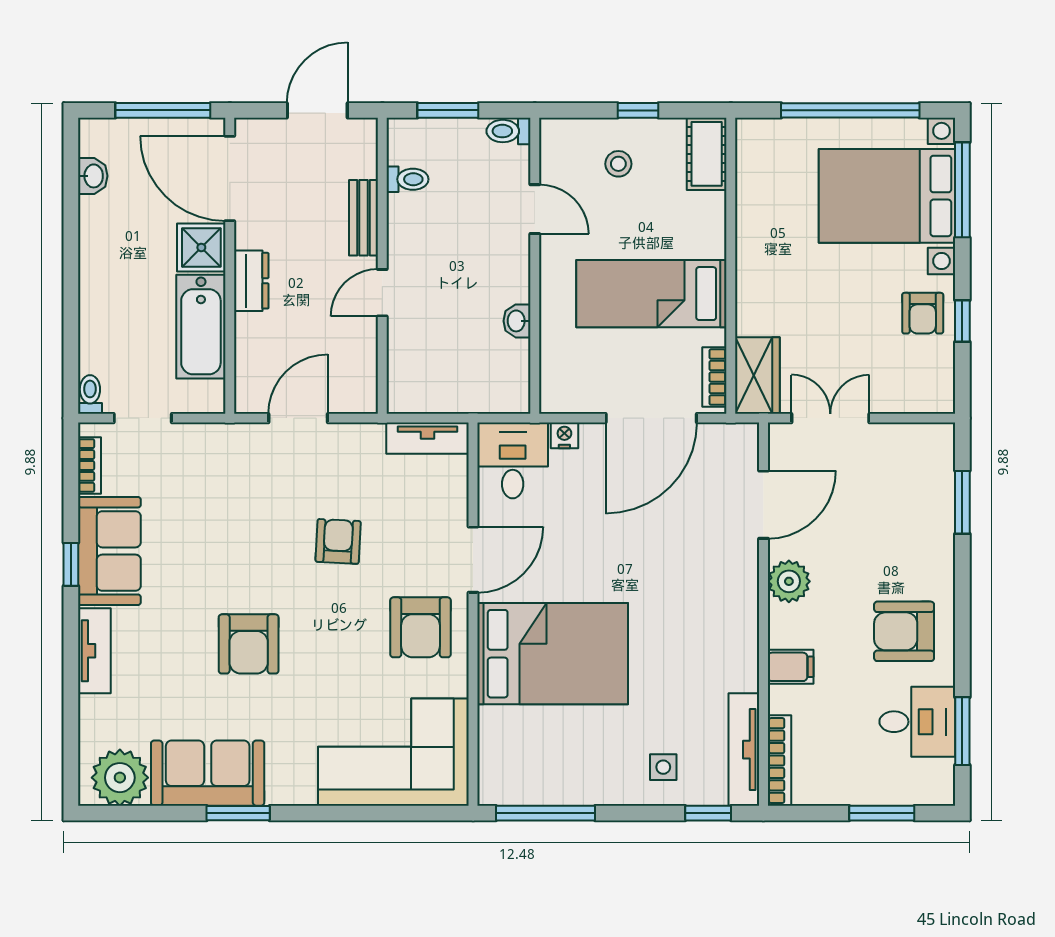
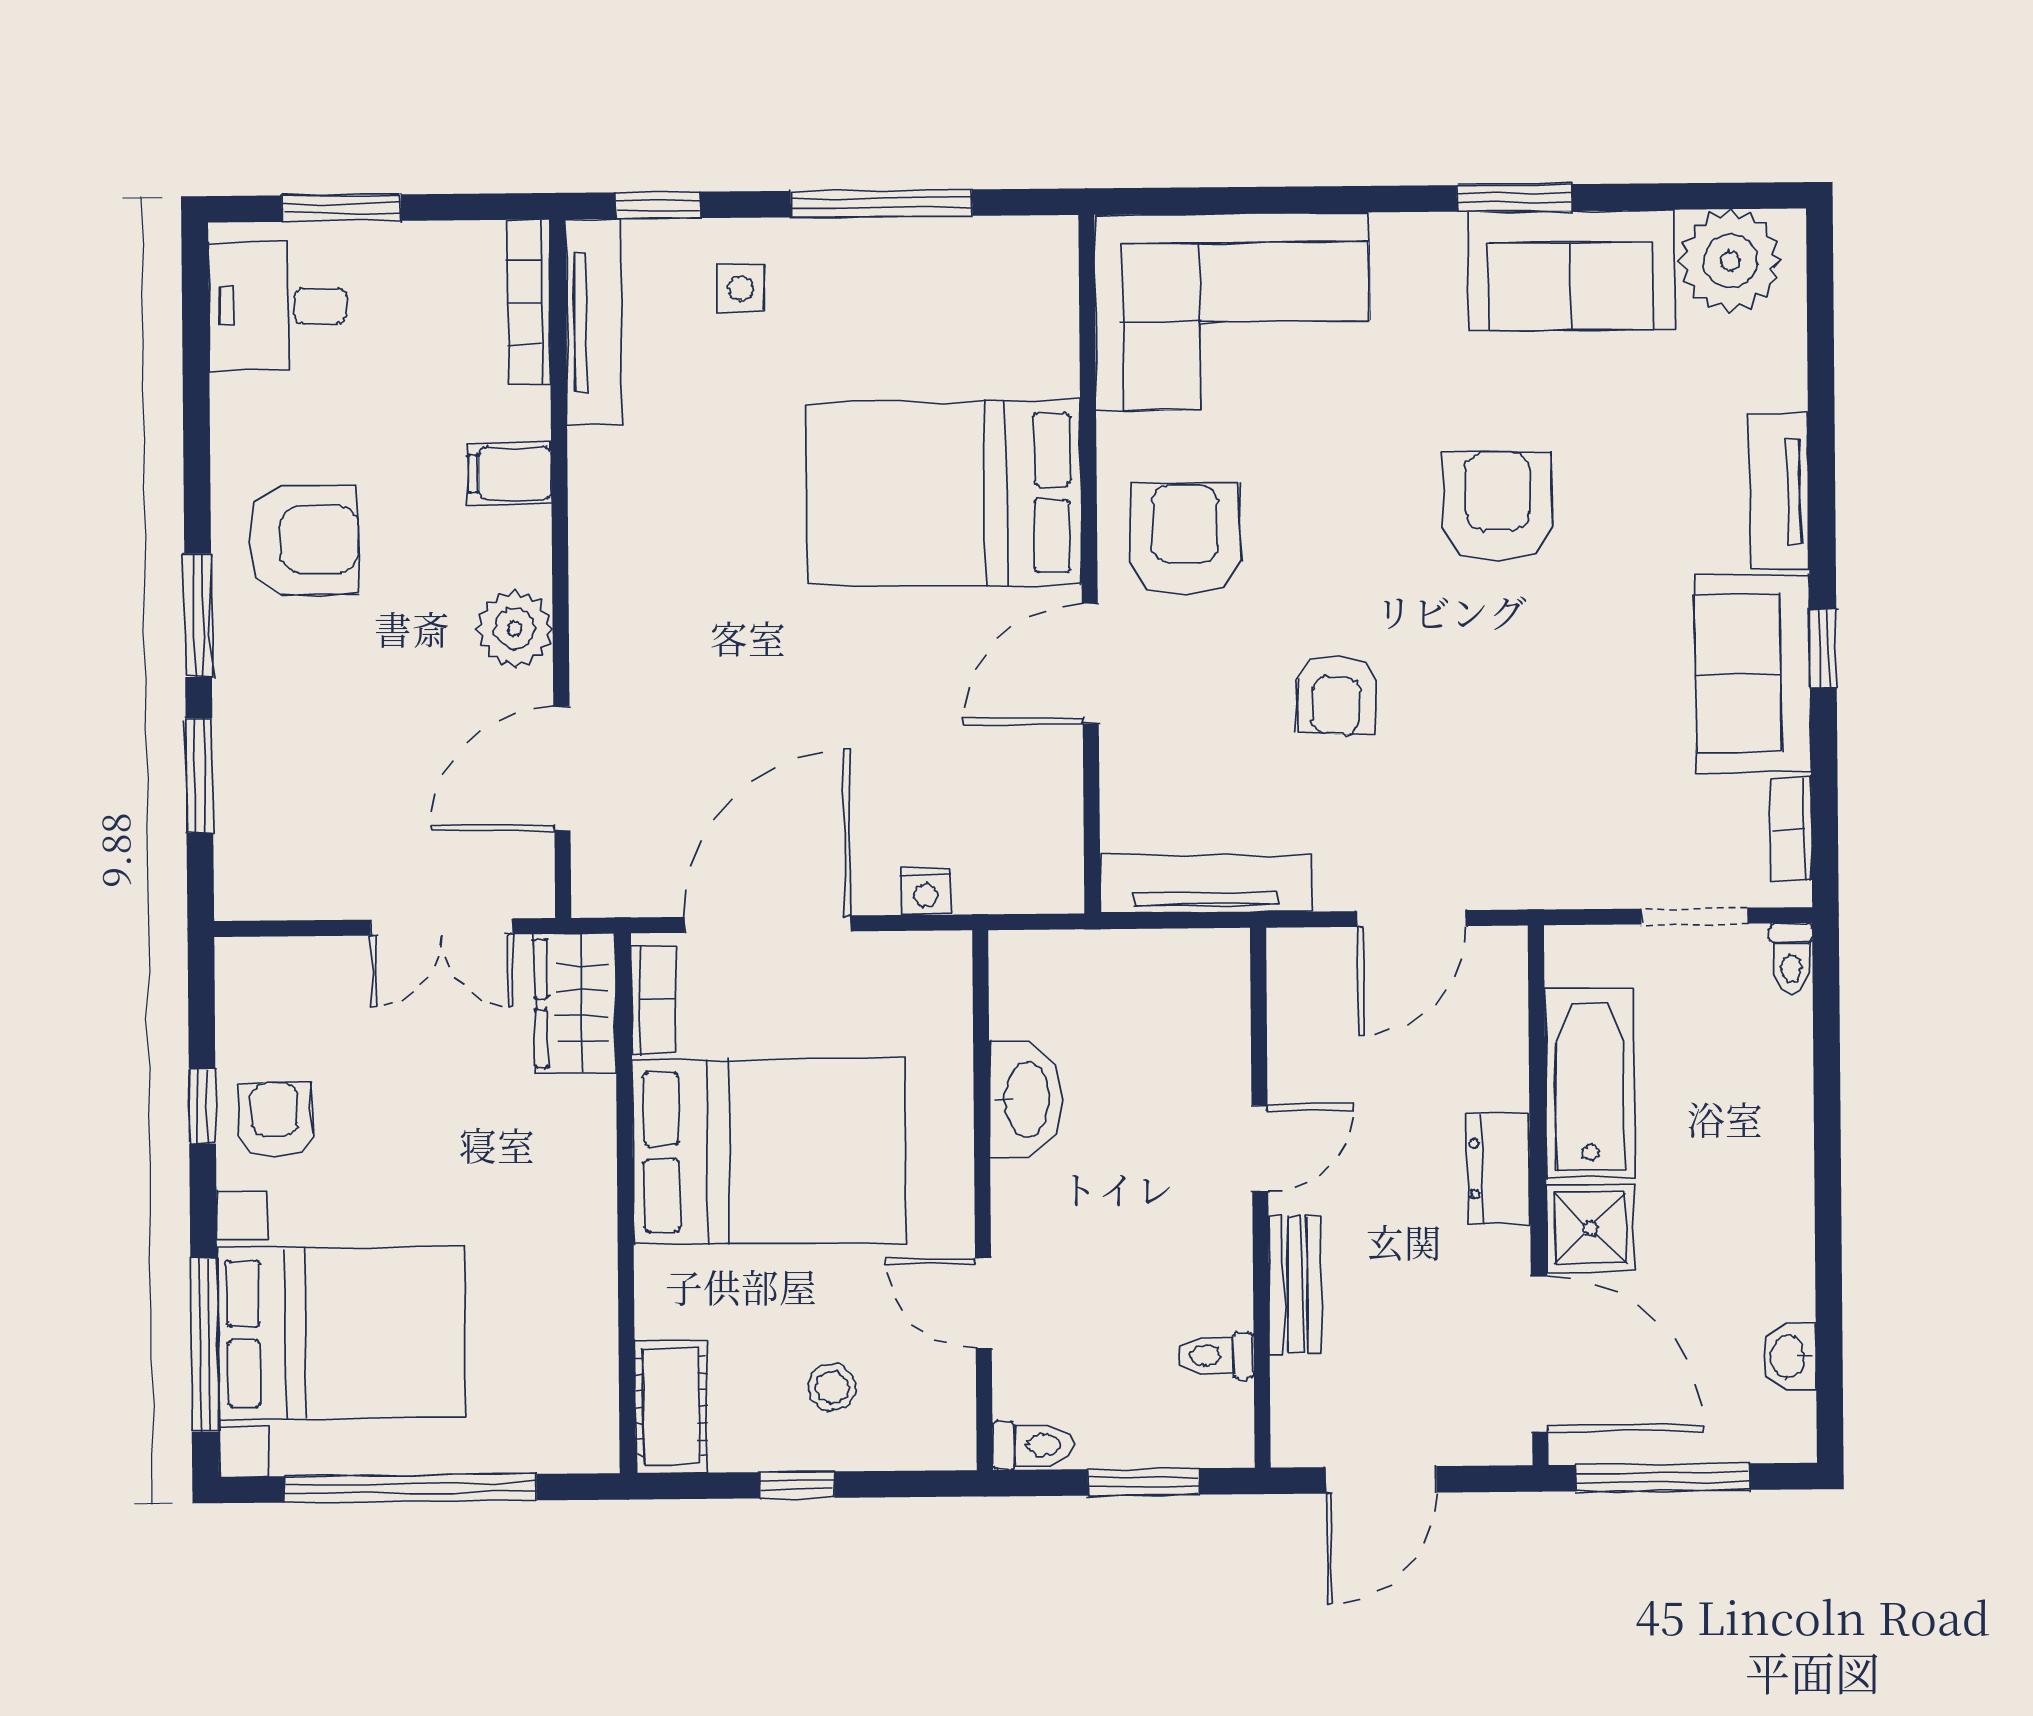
bed: (651, 294) -> (770, 1151), width x1.50
washbasin: (517, 321) -> (1025, 1099), width x1.91, depth x1.45
tv unit: (428, 438) -> (1206, 884), width x1.41
desk: (513, 460) -> (1020, 845), removed
desk: (917, 722) -> (277, 306), moved
window: (962, 731) -> (198, 615), moved
window: (546, 813) -> (881, 203), moved

